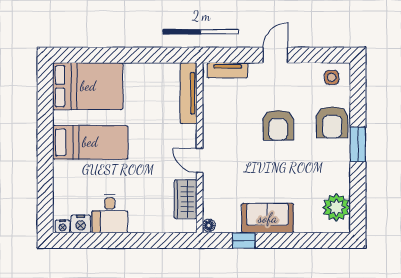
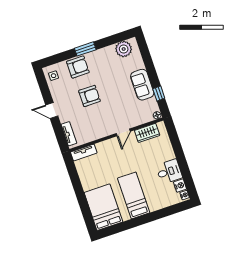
tv unit: (189, 93) -> (84, 153), width x0.71

